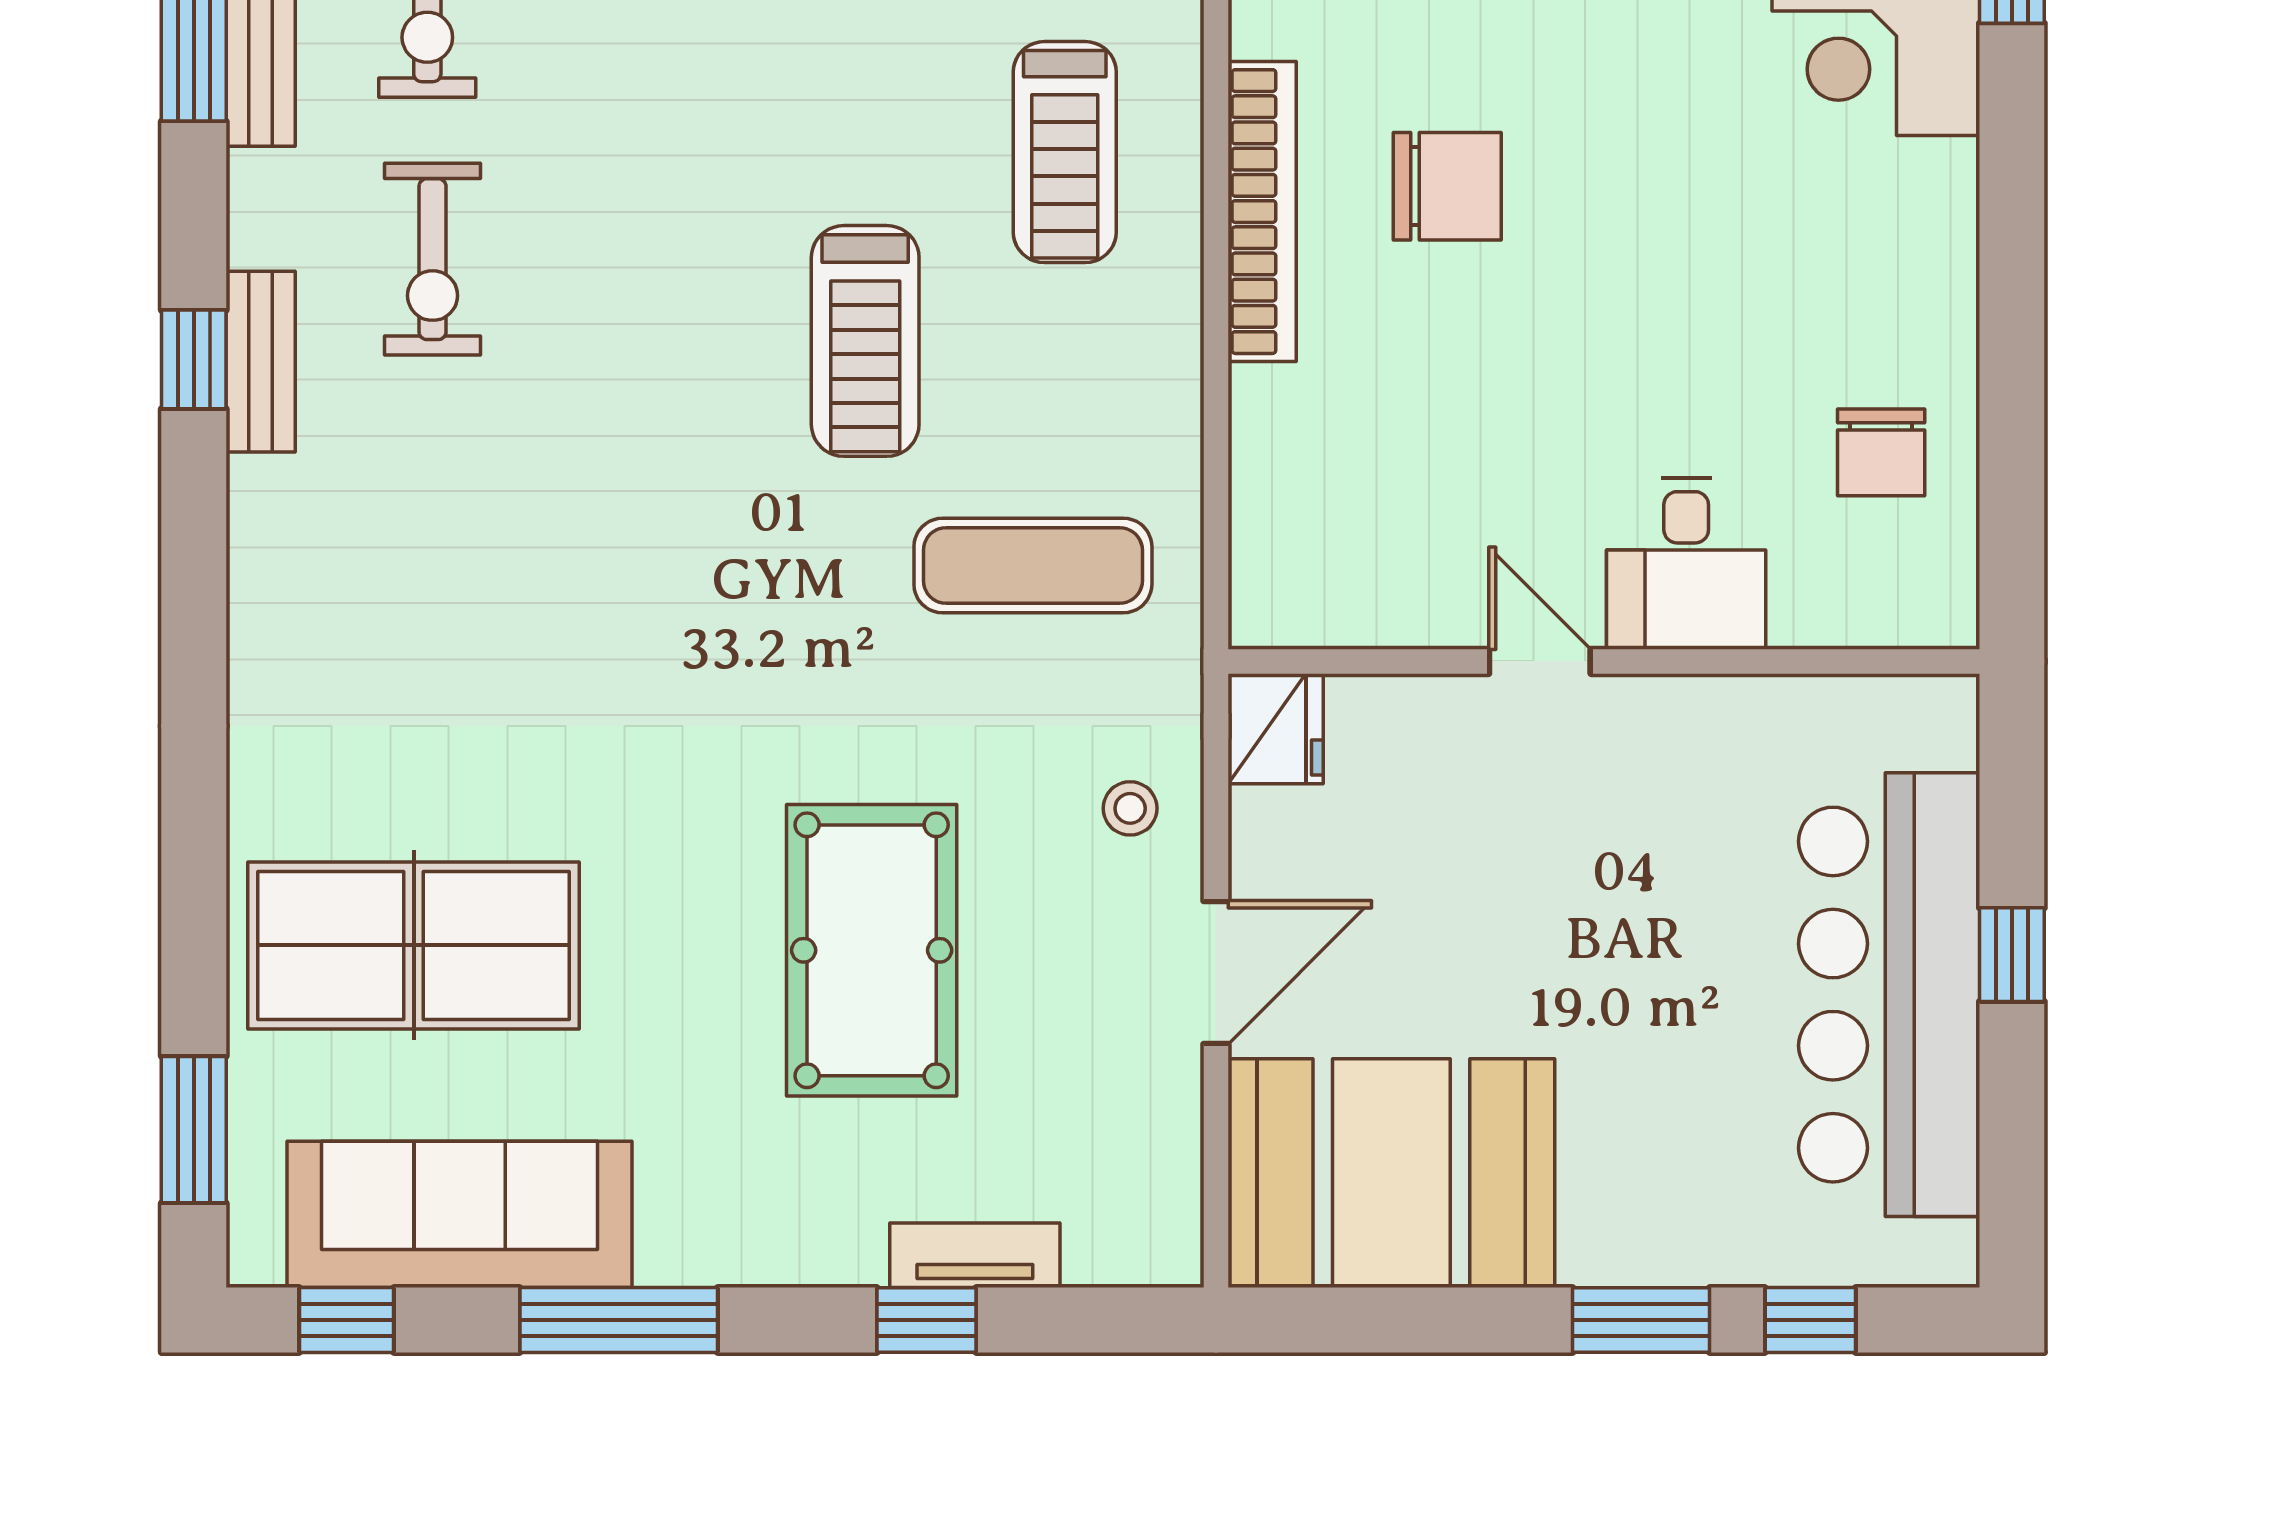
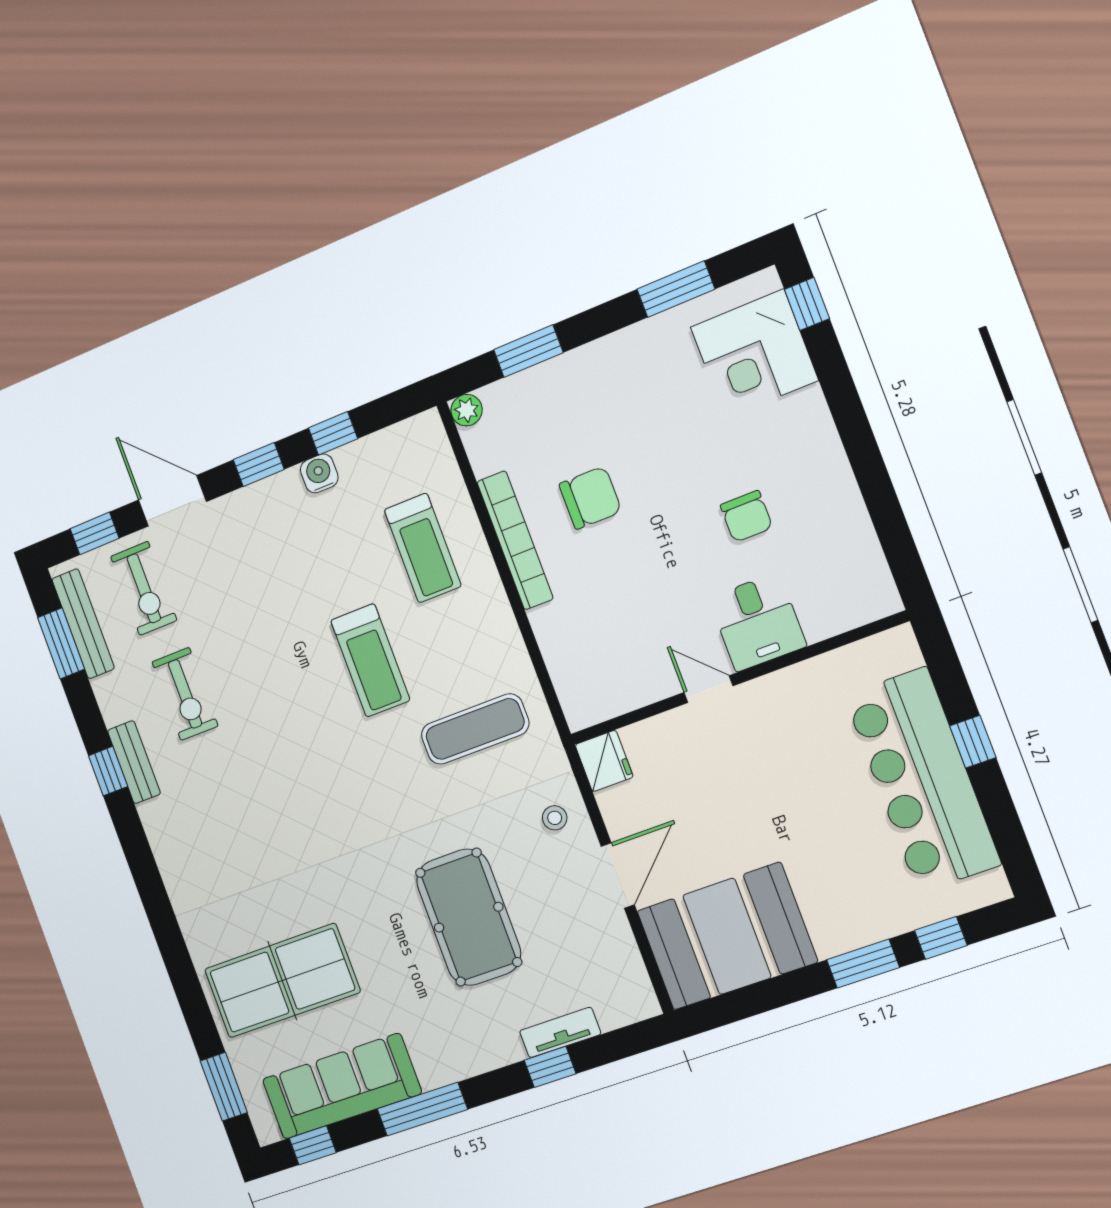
chair: (1881, 452) -> (746, 516), moved

